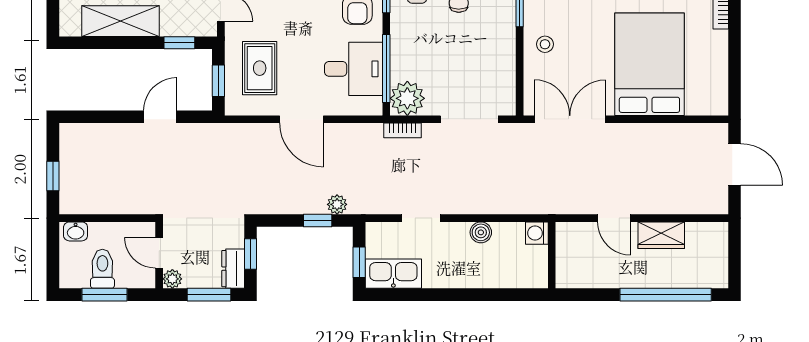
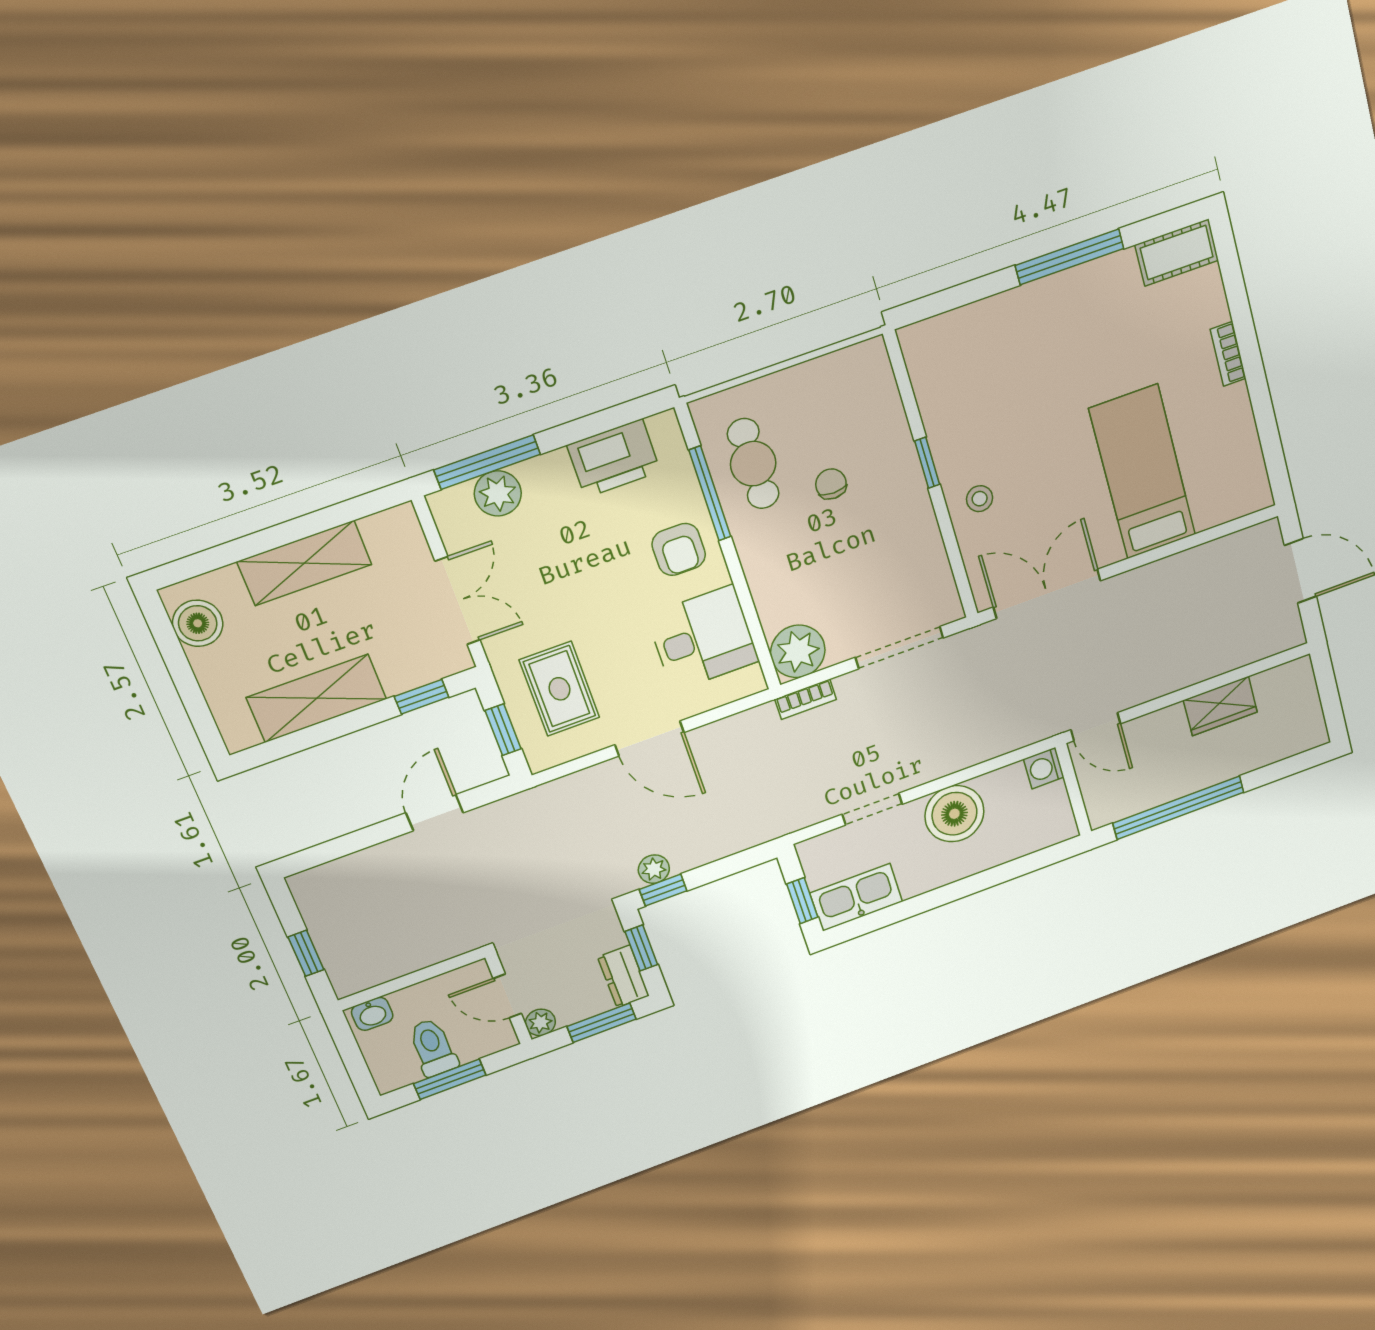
bed: (649, 64) -> (1143, 472), width x0.67
window: (386, 69) -> (752, 620), removed
plant: (337, 204) -> (654, 869), moved
door: (614, 218) -> (1096, 727), moved
window: (318, 221) -> (663, 890), moved
boiler: (481, 232) -> (954, 814), width x1.86, depth x1.86
window: (666, 295) -> (1178, 808), moved

